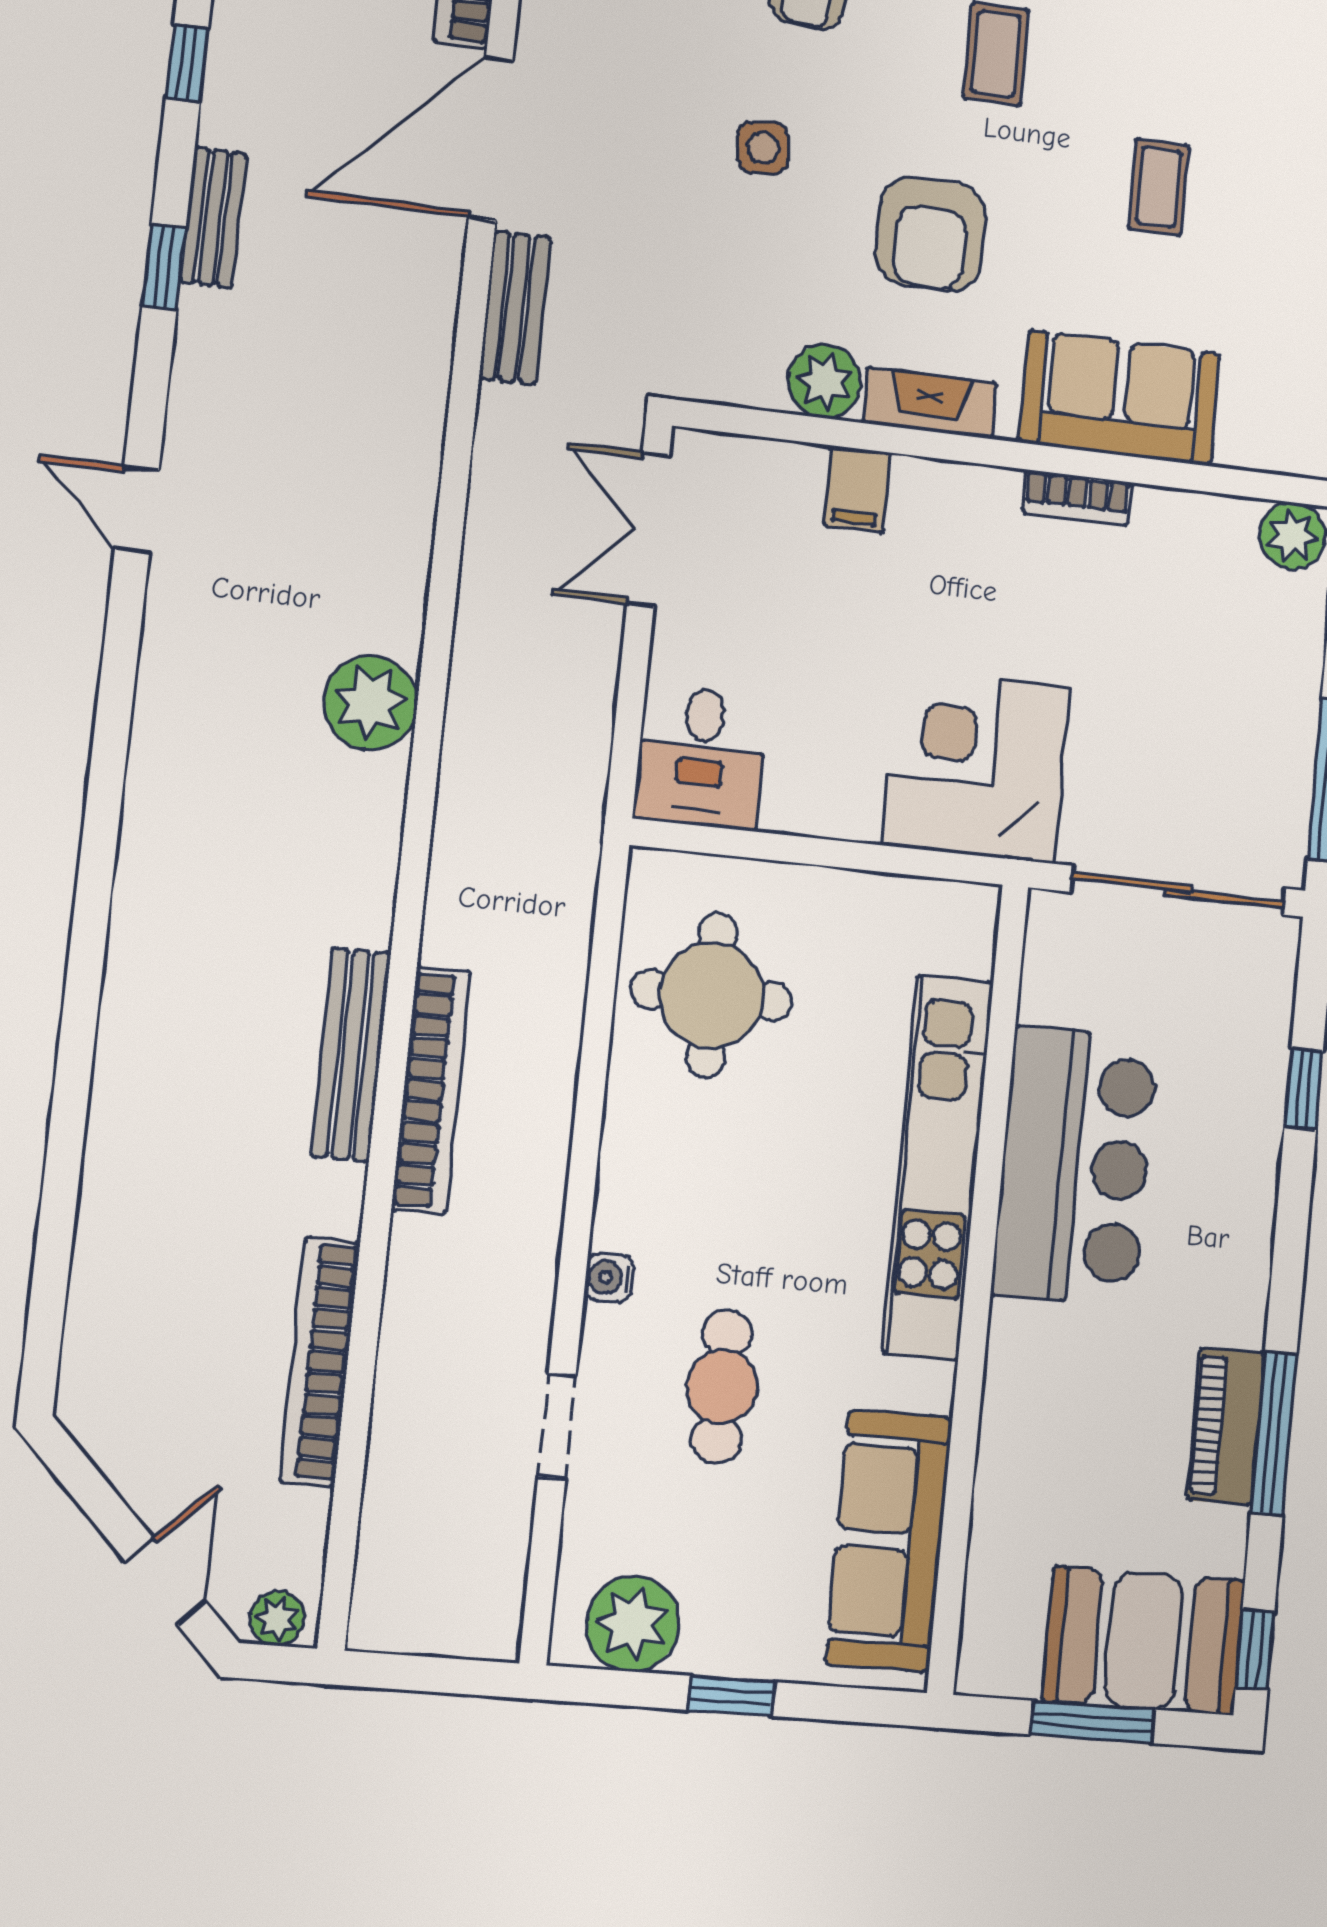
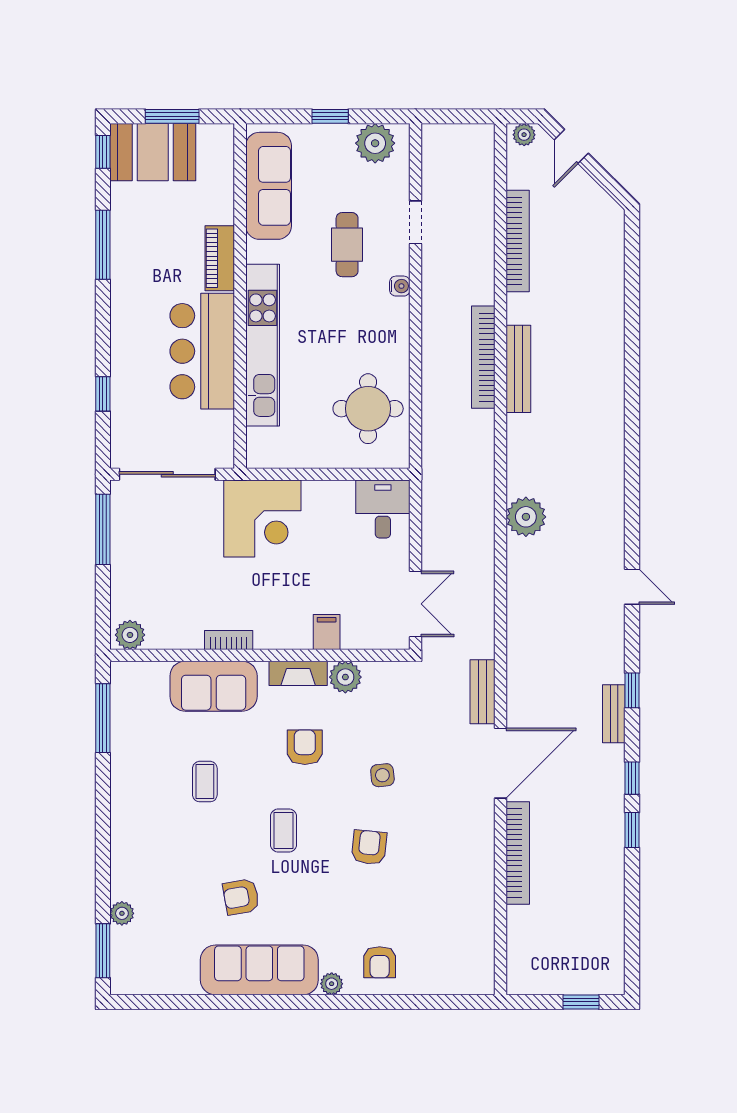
armchair: (931, 234) -> (305, 747), width x0.72, depth x0.72
piano: (1226, 1427) -> (220, 258), moved, turned 180

